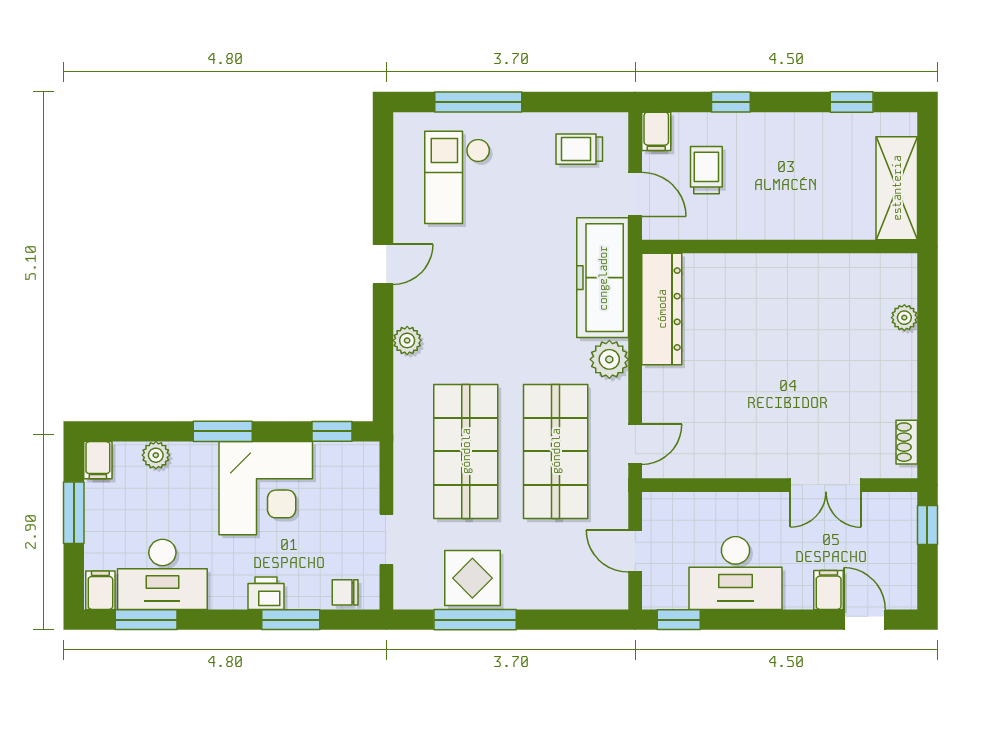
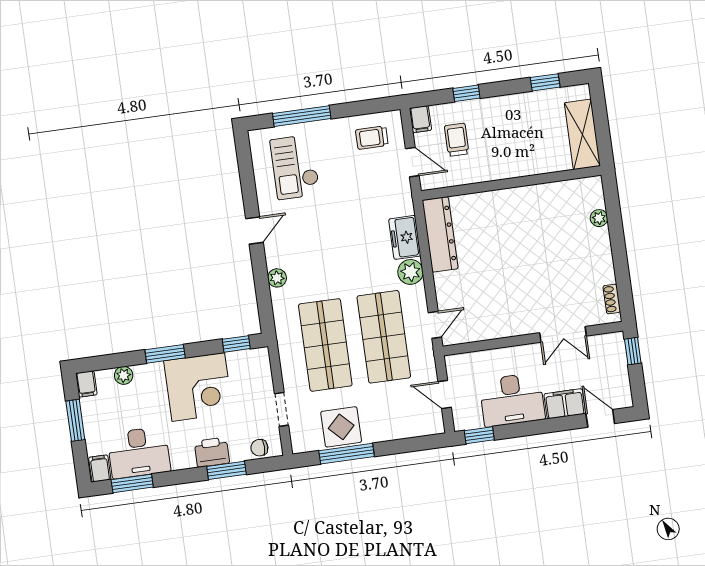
freezer: (603, 278) -> (405, 237), width x0.52, depth x0.79
filing cabinet: (829, 590) -> (565, 404), width x2.00
printer: (266, 593) -> (212, 452), width x1.36, depth x1.24

